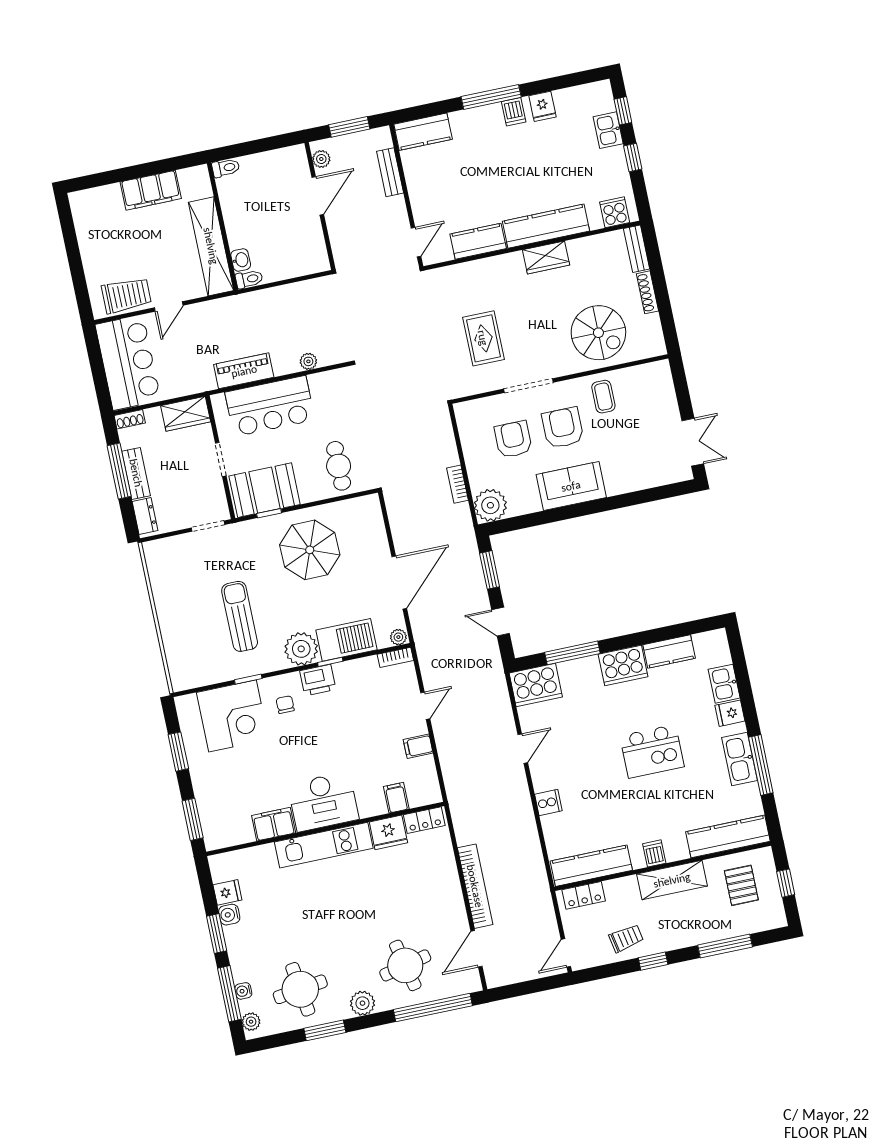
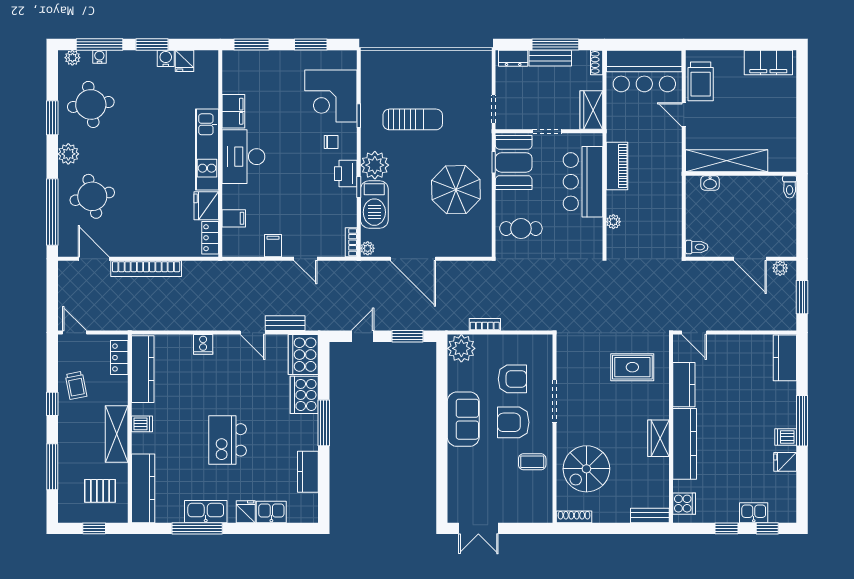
bench: (390, 172) -> (285, 323), moved
filing cabinet: (151, 190) -> (768, 62), moved, turned -90
toilet: (249, 279) -> (697, 247), moved, turned -90
shoe rack: (647, 292) -> (574, 517), moved
rug: (483, 338) -> (632, 367), moved
armchair: (563, 428) -> (513, 422), turned 180
window: (572, 653) -> (324, 423), moved
cooker: (623, 665) -> (304, 395), moved

